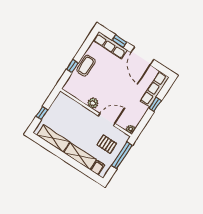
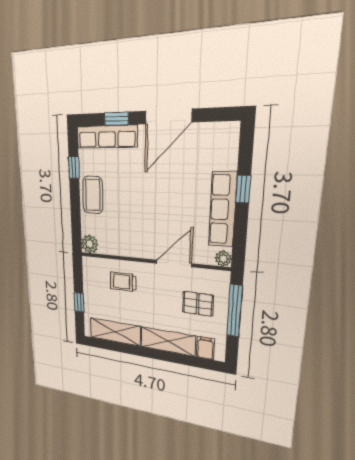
door: (142, 56) -> (168, 117), hinge flipped
window: (72, 66) -> (74, 168), moved
row of seats: (155, 89) -> (223, 209), moved
plant: (93, 103) -> (90, 244), moved
trolley: (75, 115) -> (123, 282), added

